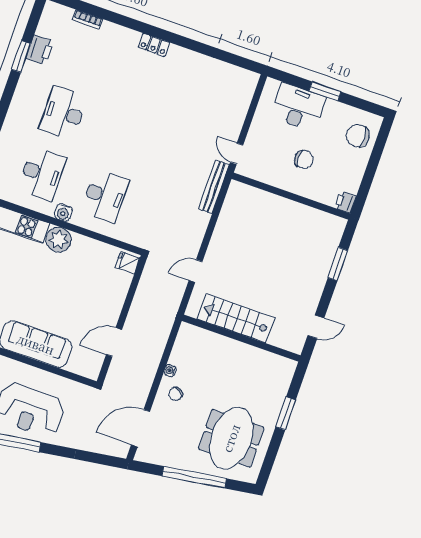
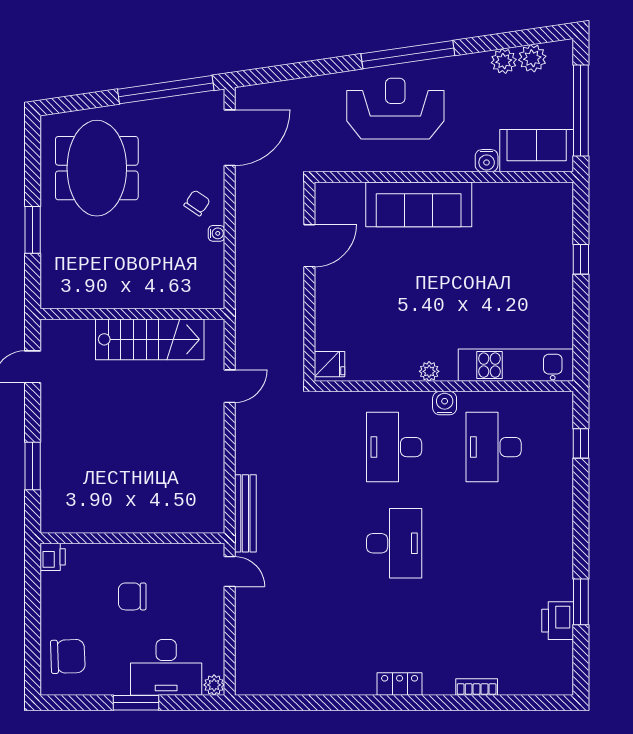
bookcase: (88, 19) -> (477, 687), moved
plant: (272, 85) -> (214, 685), added
desk: (63, 113) -> (394, 543), moved
plant: (59, 240) -> (429, 371), width x0.53, depth x0.53
window: (194, 477) -> (166, 90), moved

